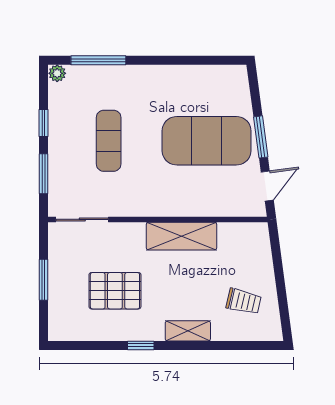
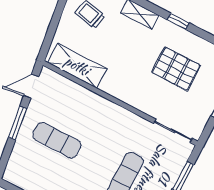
exercise mat: (207, 141) -> (57, 140), width x0.50, depth x0.69
shelving: (182, 236) -> (77, 66), moved

